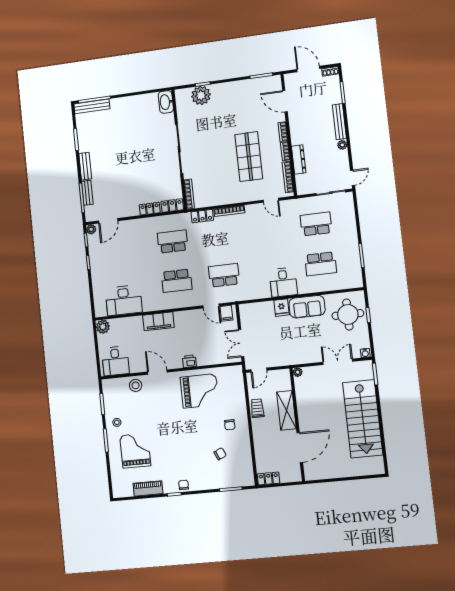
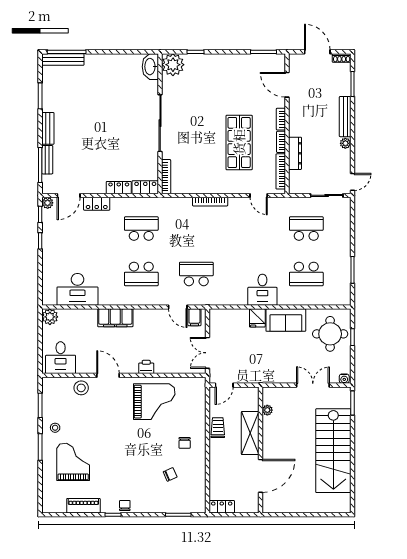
plant: (201, 95) -> (173, 65), moved
locker: (202, 216) -> (97, 204), moved
plant: (298, 372) -> (267, 410), moved

